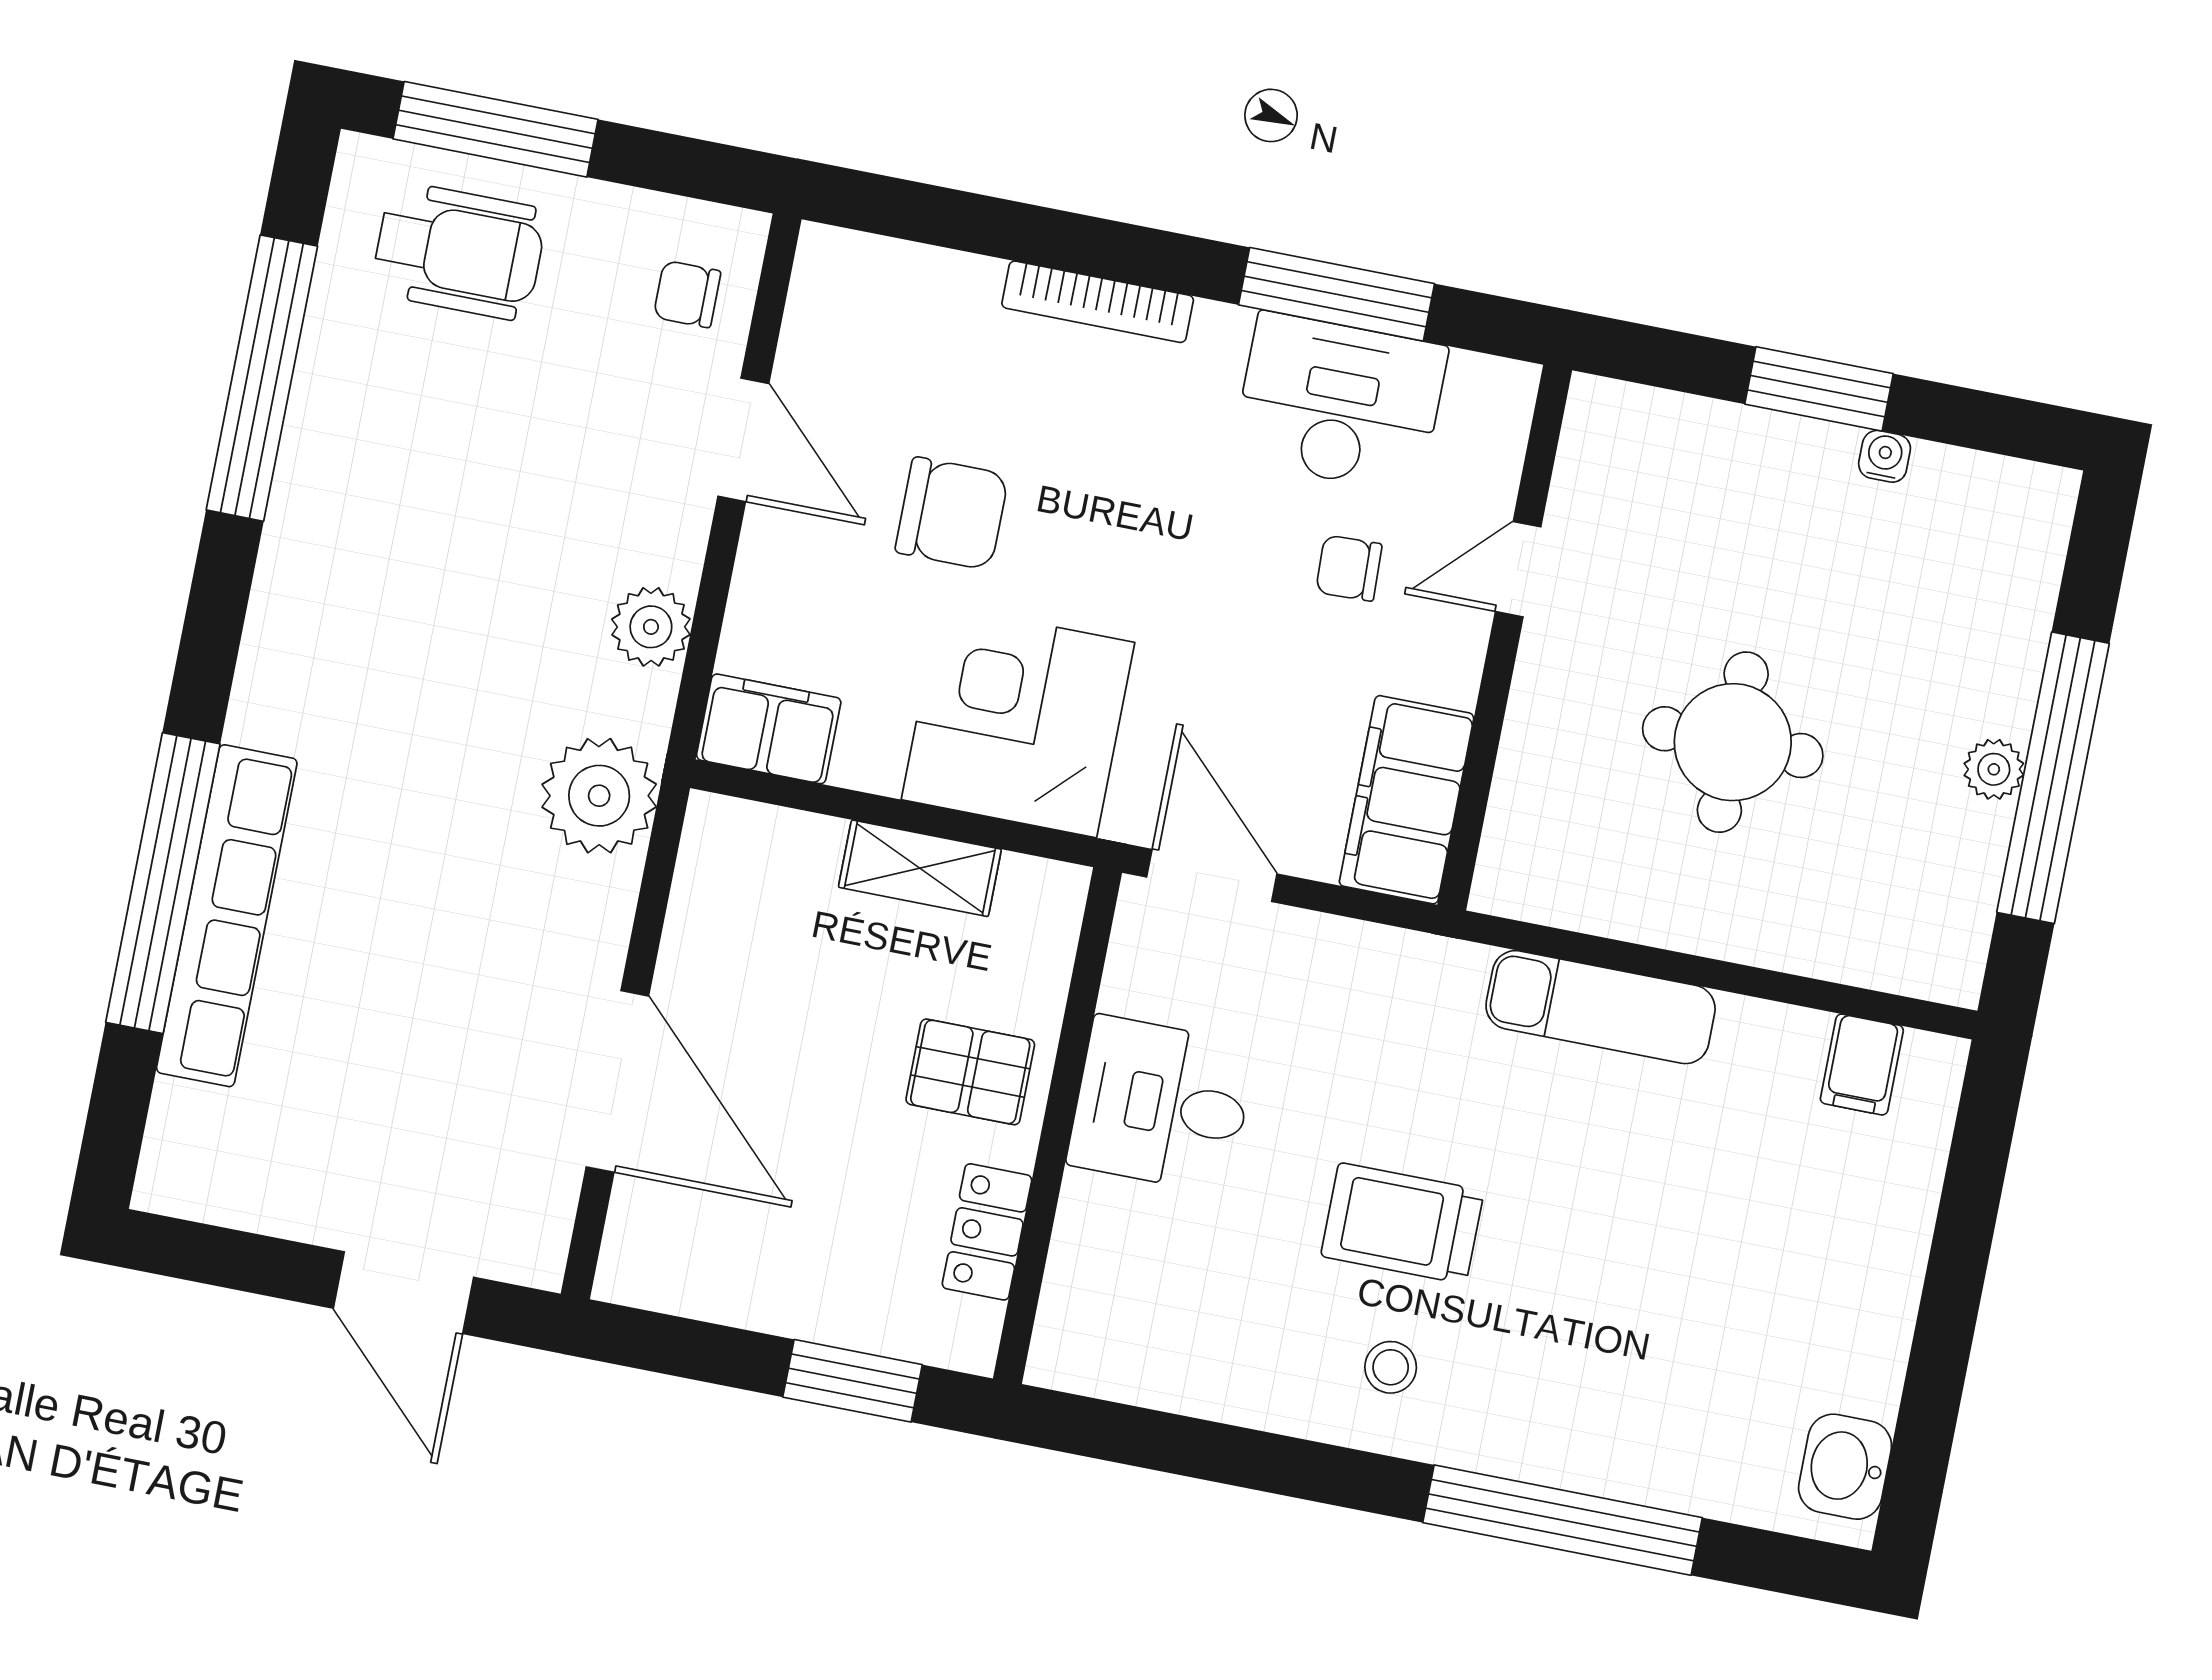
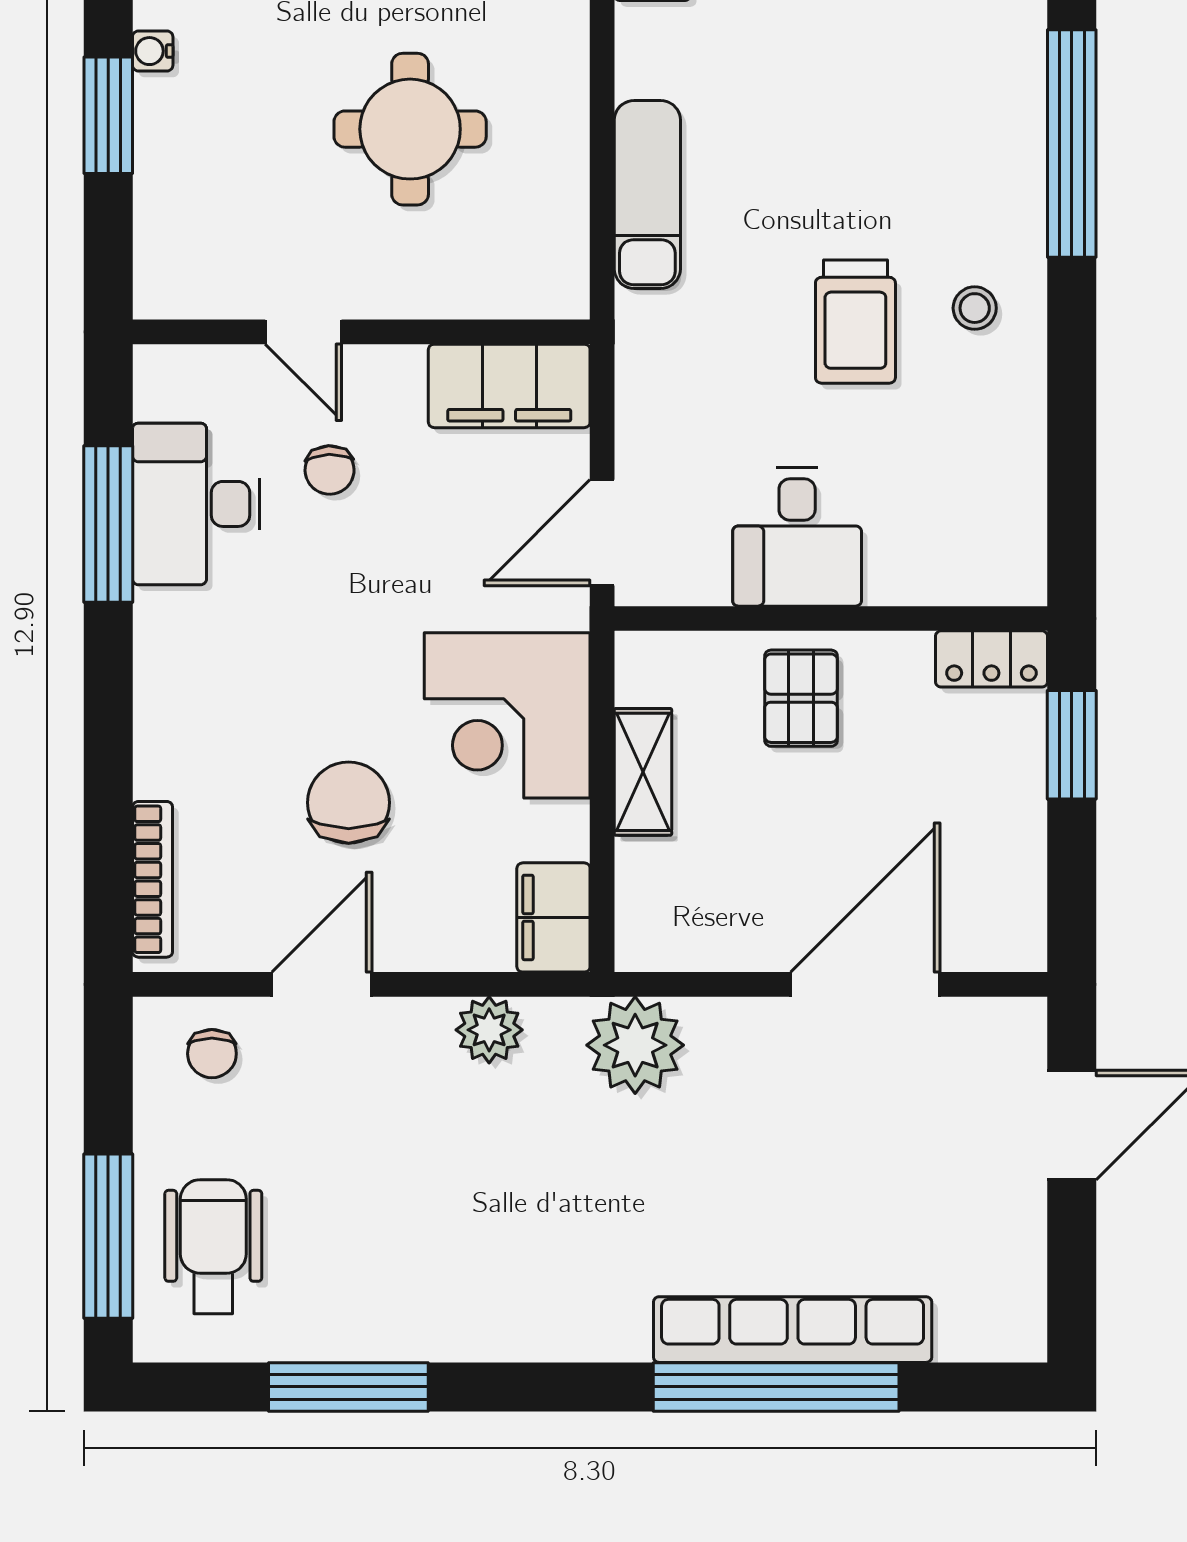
bookcase: (1098, 302) -> (153, 879), moved
window: (262, 378) -> (348, 1387), width x0.68
locker: (987, 1232) -> (991, 659), moved

